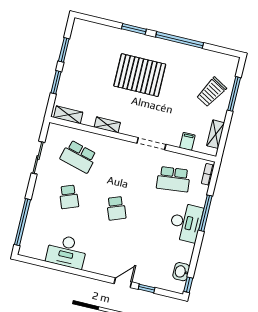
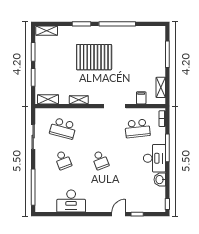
shelving: (88, 27) -> (47, 31), added
trolley: (211, 92) -> (150, 57), removed
washbasin: (181, 272) -> (160, 180), moved

